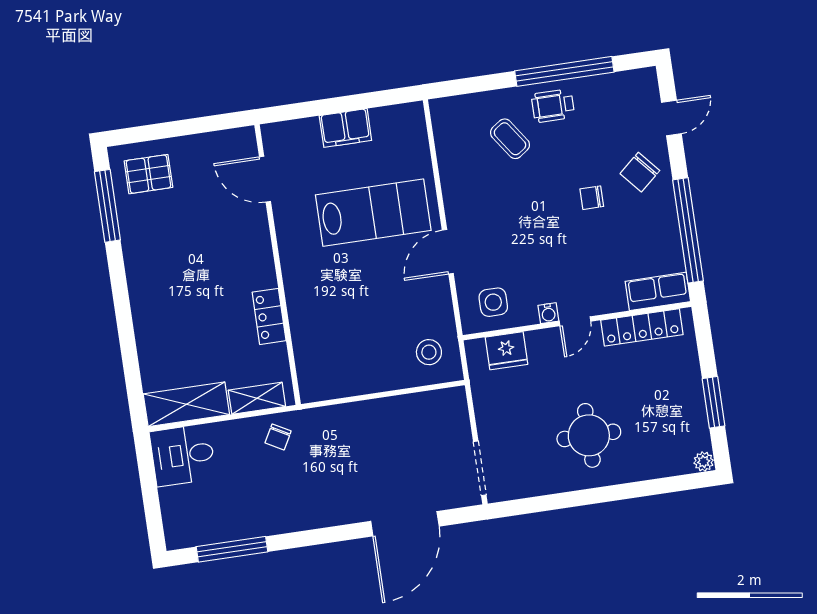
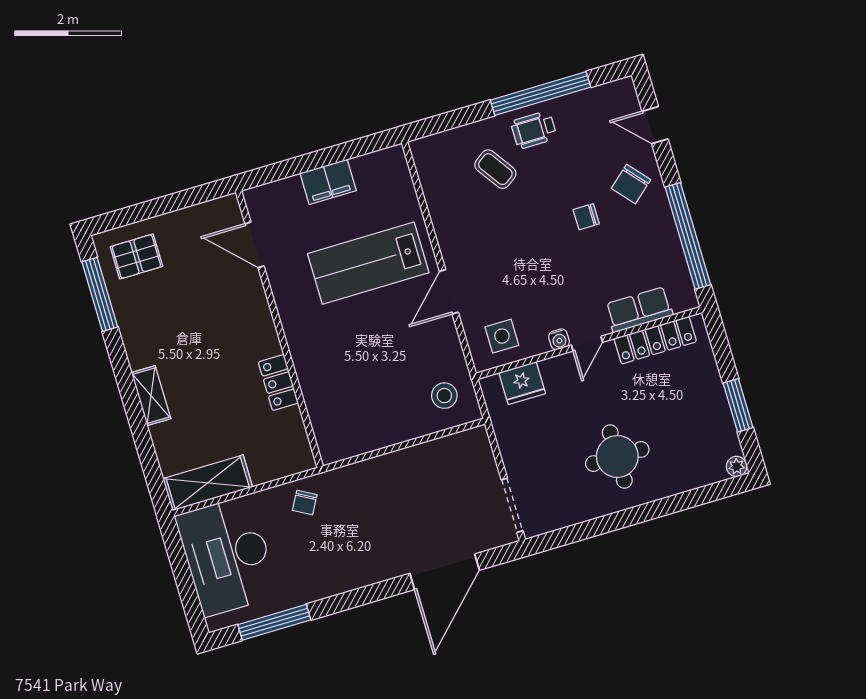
door: (671, 118) -> (655, 125), swing flipped
lab bench: (373, 213) -> (368, 263), turned 180
row of seats: (658, 291) -> (639, 310), moved
shelving: (257, 398) -> (151, 396), moved, turned 90
desk: (183, 455) -> (227, 556), width x1.87, depth x1.30

